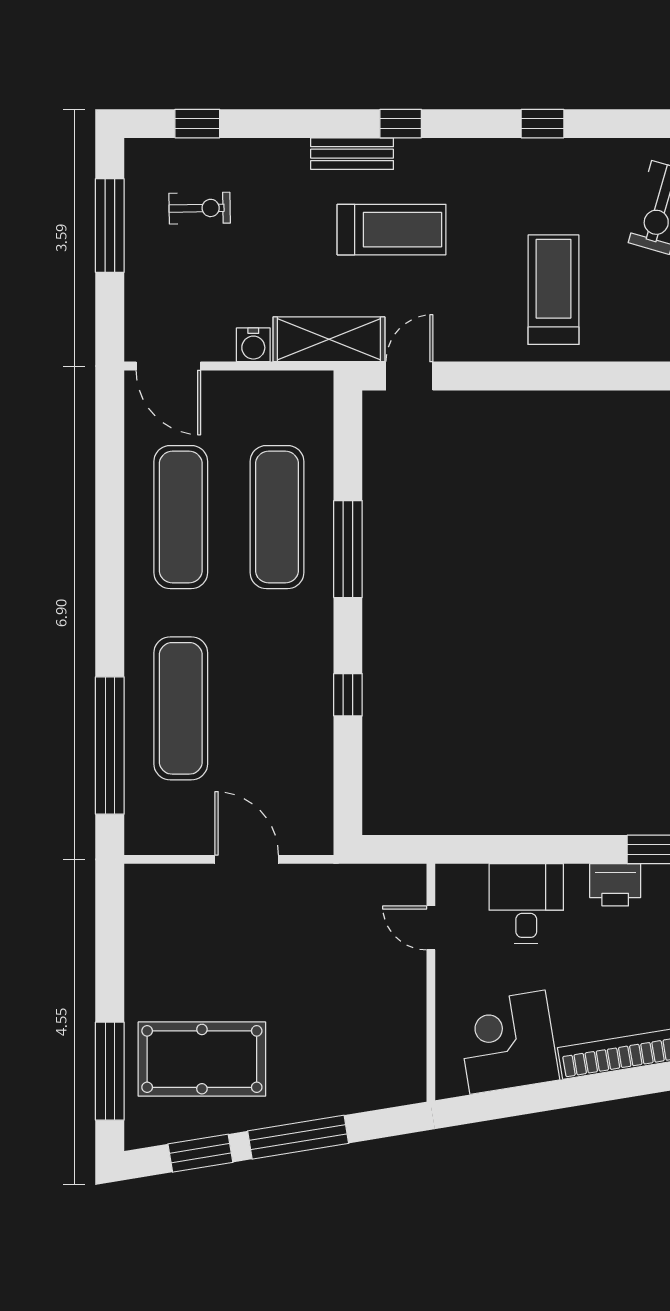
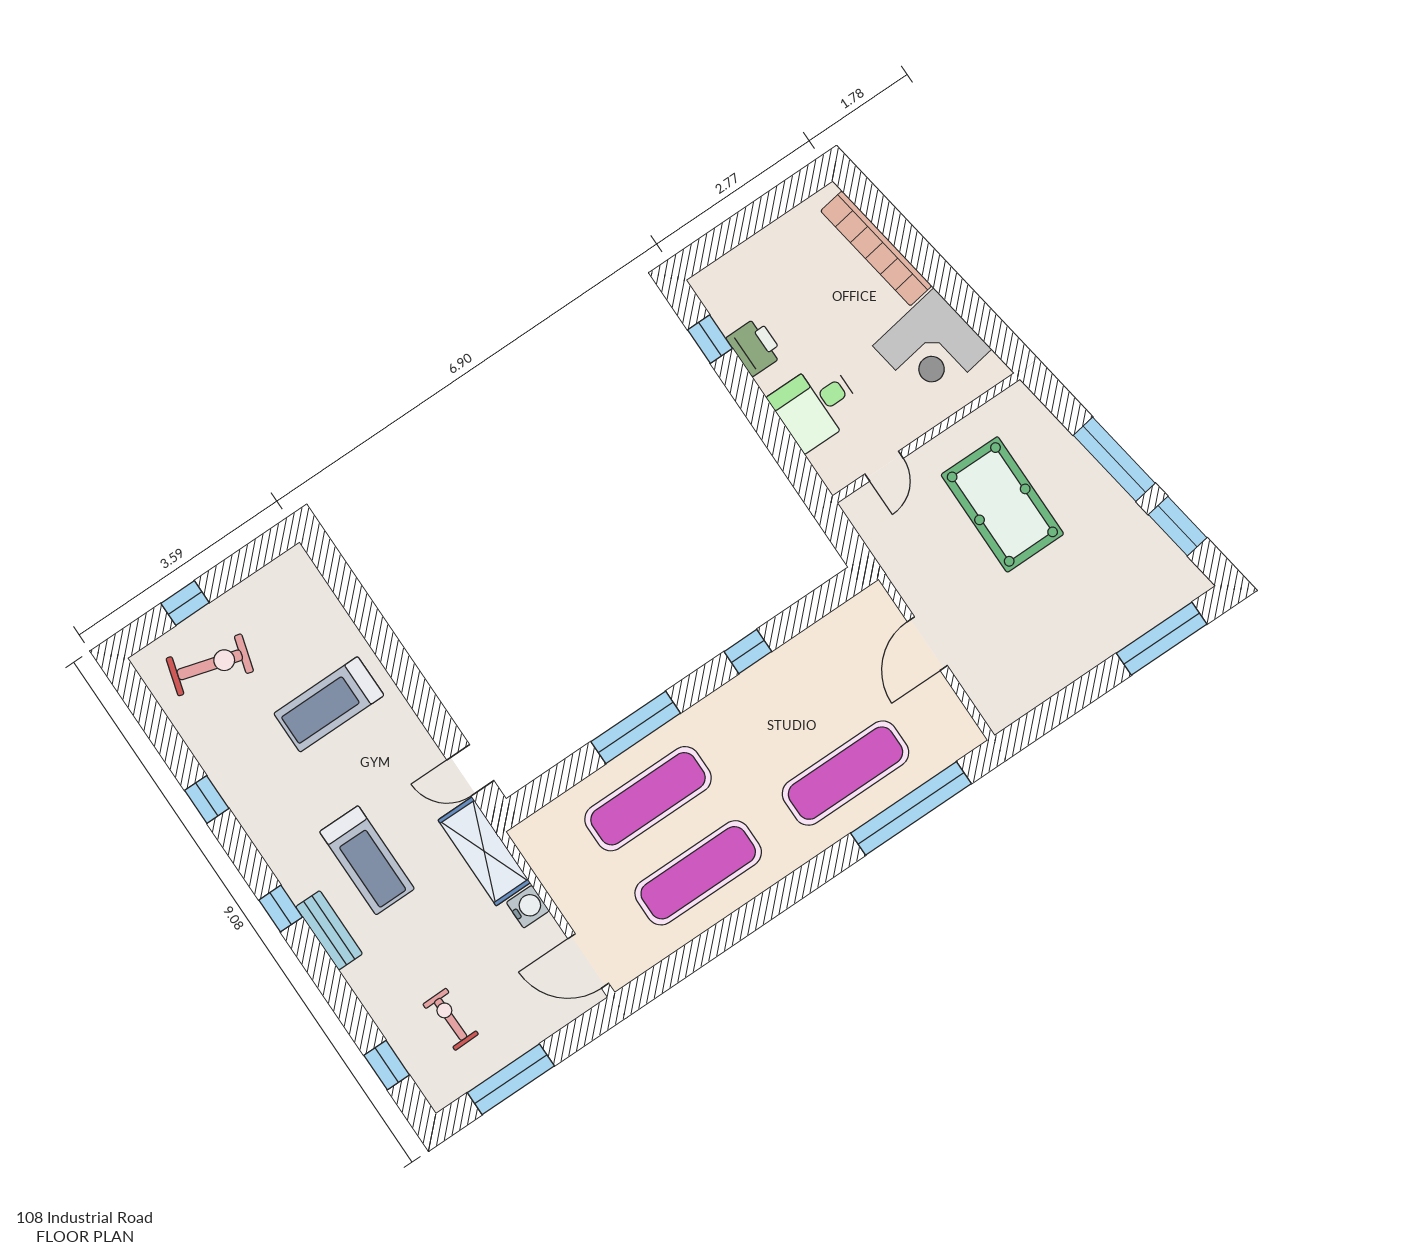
treadmill: (392, 230) -> (367, 860), turned 180
door: (168, 366) -> (588, 961), swing flipped
pool table: (202, 1059) -> (1002, 504), moved

